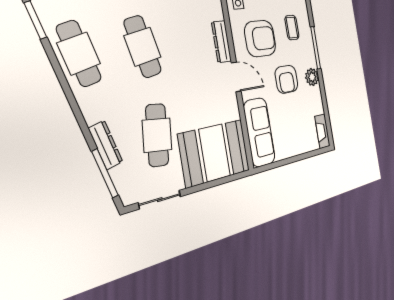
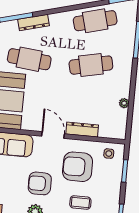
armchair: (260, 39) -> (78, 167), turned 90
door: (236, 77) -> (53, 135), swing flipped

